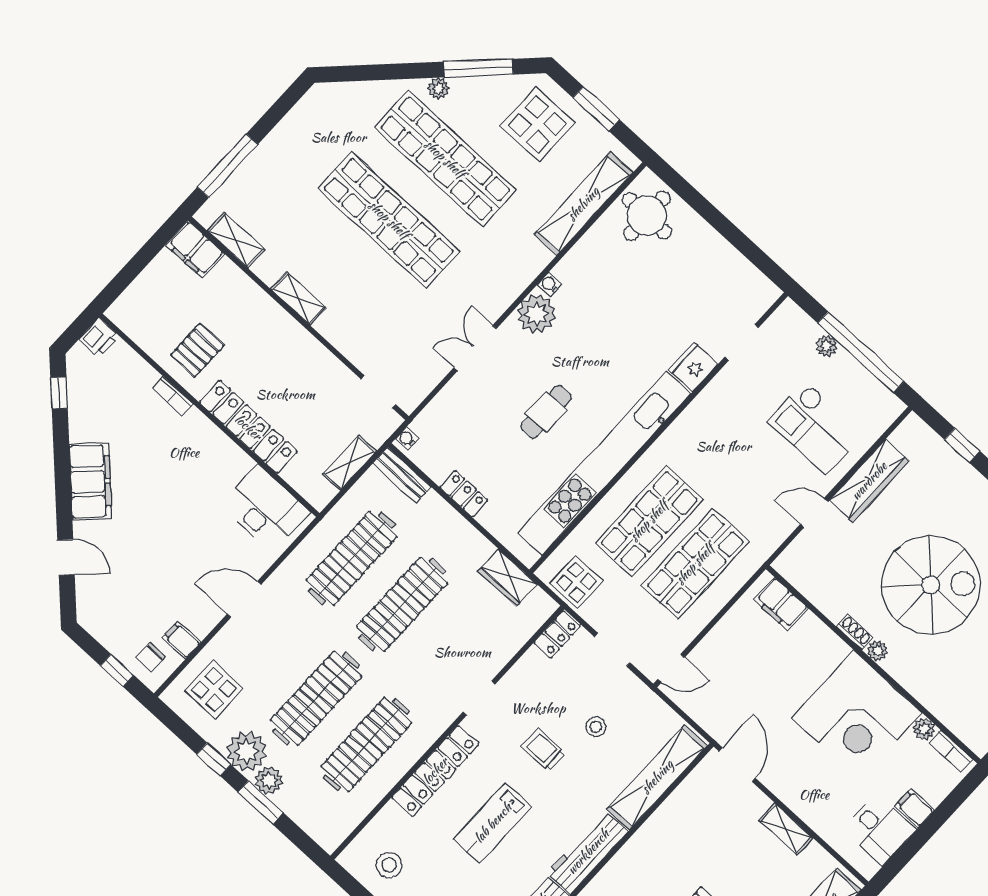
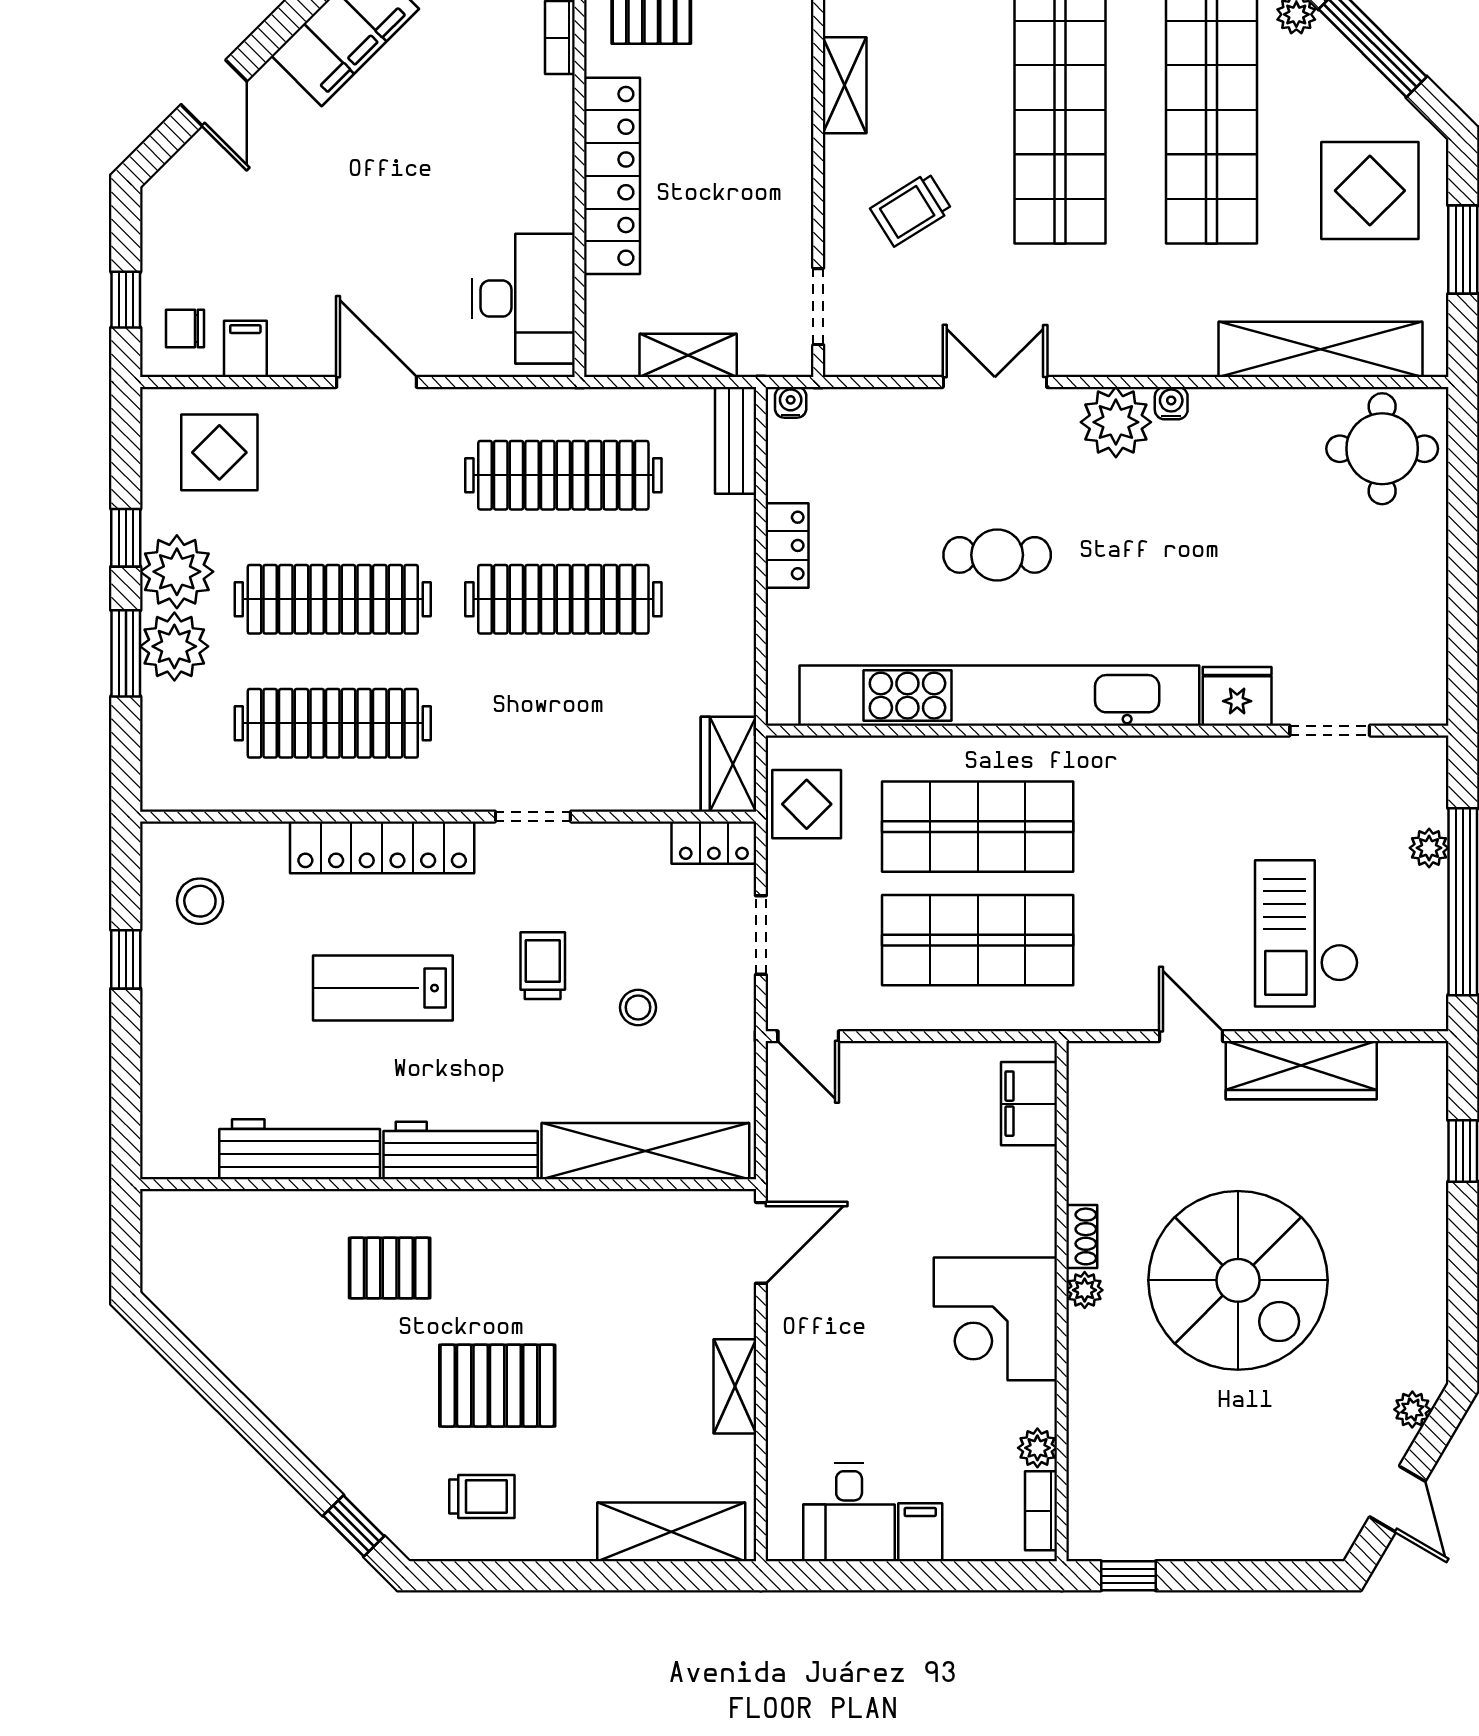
trolley: (374, 318) -> (911, 209), added
wardrobe: (507, 578) -> (729, 764), moved
corner desk: (857, 715) -> (995, 1319), width x0.74, depth x0.74
plant: (269, 781) -> (174, 646), width x1.36, depth x1.36

